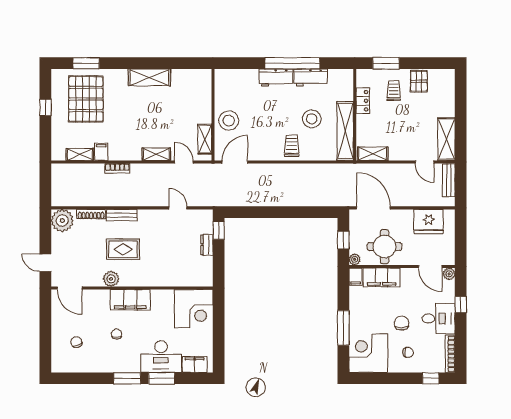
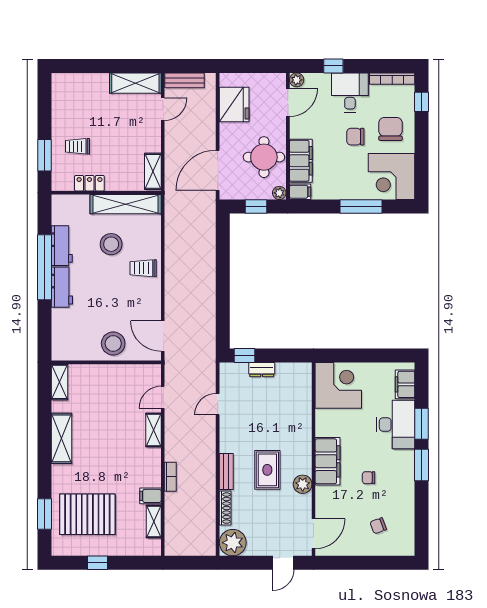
pallet: (419, 81) -> (66, 116), removed
shelving: (205, 139) -> (59, 382), moved, turned 90
chair: (408, 352) -> (390, 129), width x1.87, depth x1.87

